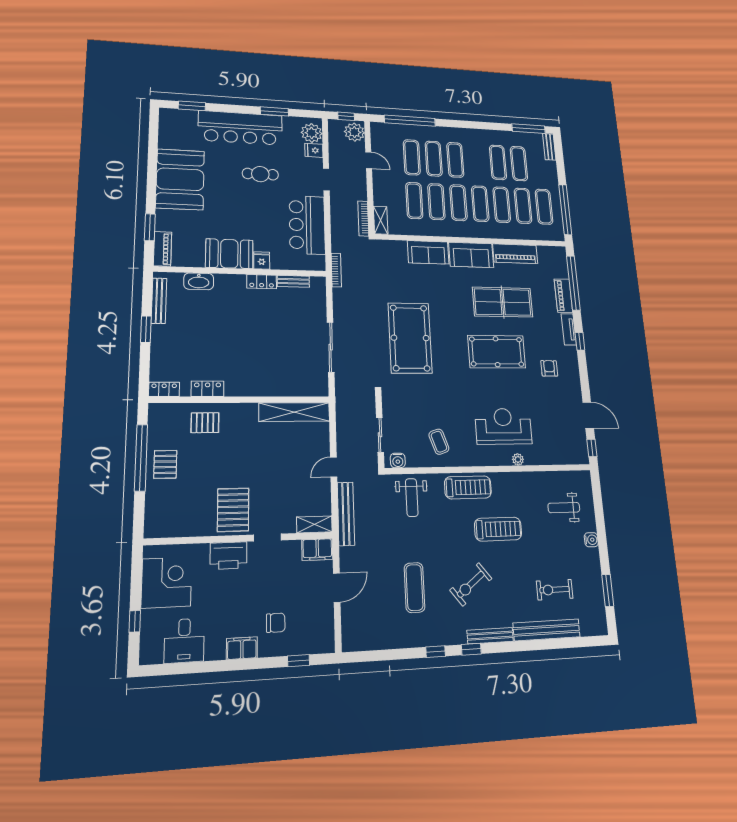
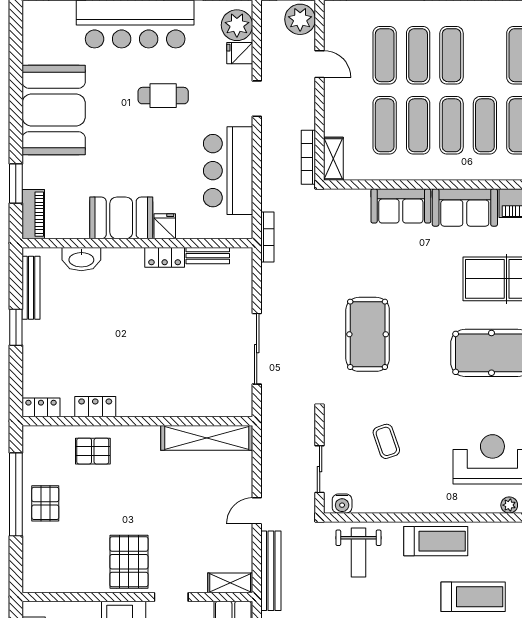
pool table: (410, 338) -> (368, 334), width x0.73, depth x0.76
coffee table: (439, 442) -> (386, 441), moved

